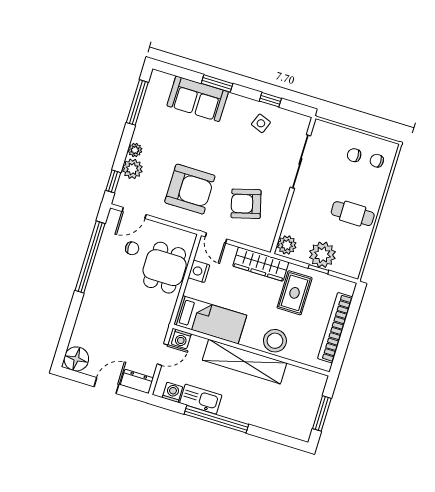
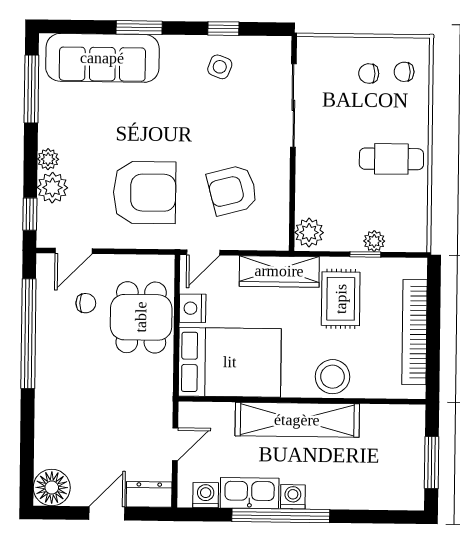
sofa: (198, 99) -> (102, 58), width x1.36
door: (216, 238) -> (203, 252), hinge flipped
plant: (322, 255) -> (374, 241), width x0.53, depth x0.53
bed: (210, 320) -> (230, 362), width x1.50
washing machine: (181, 339) -> (293, 497), moved, turned 180

